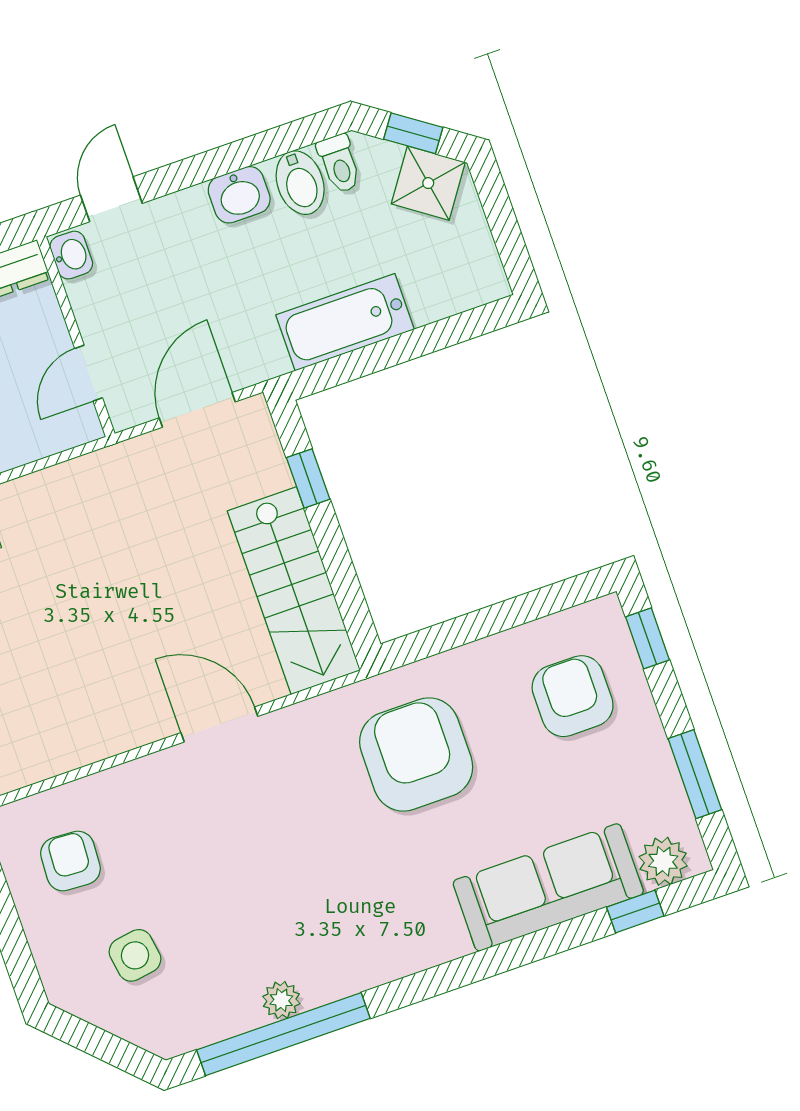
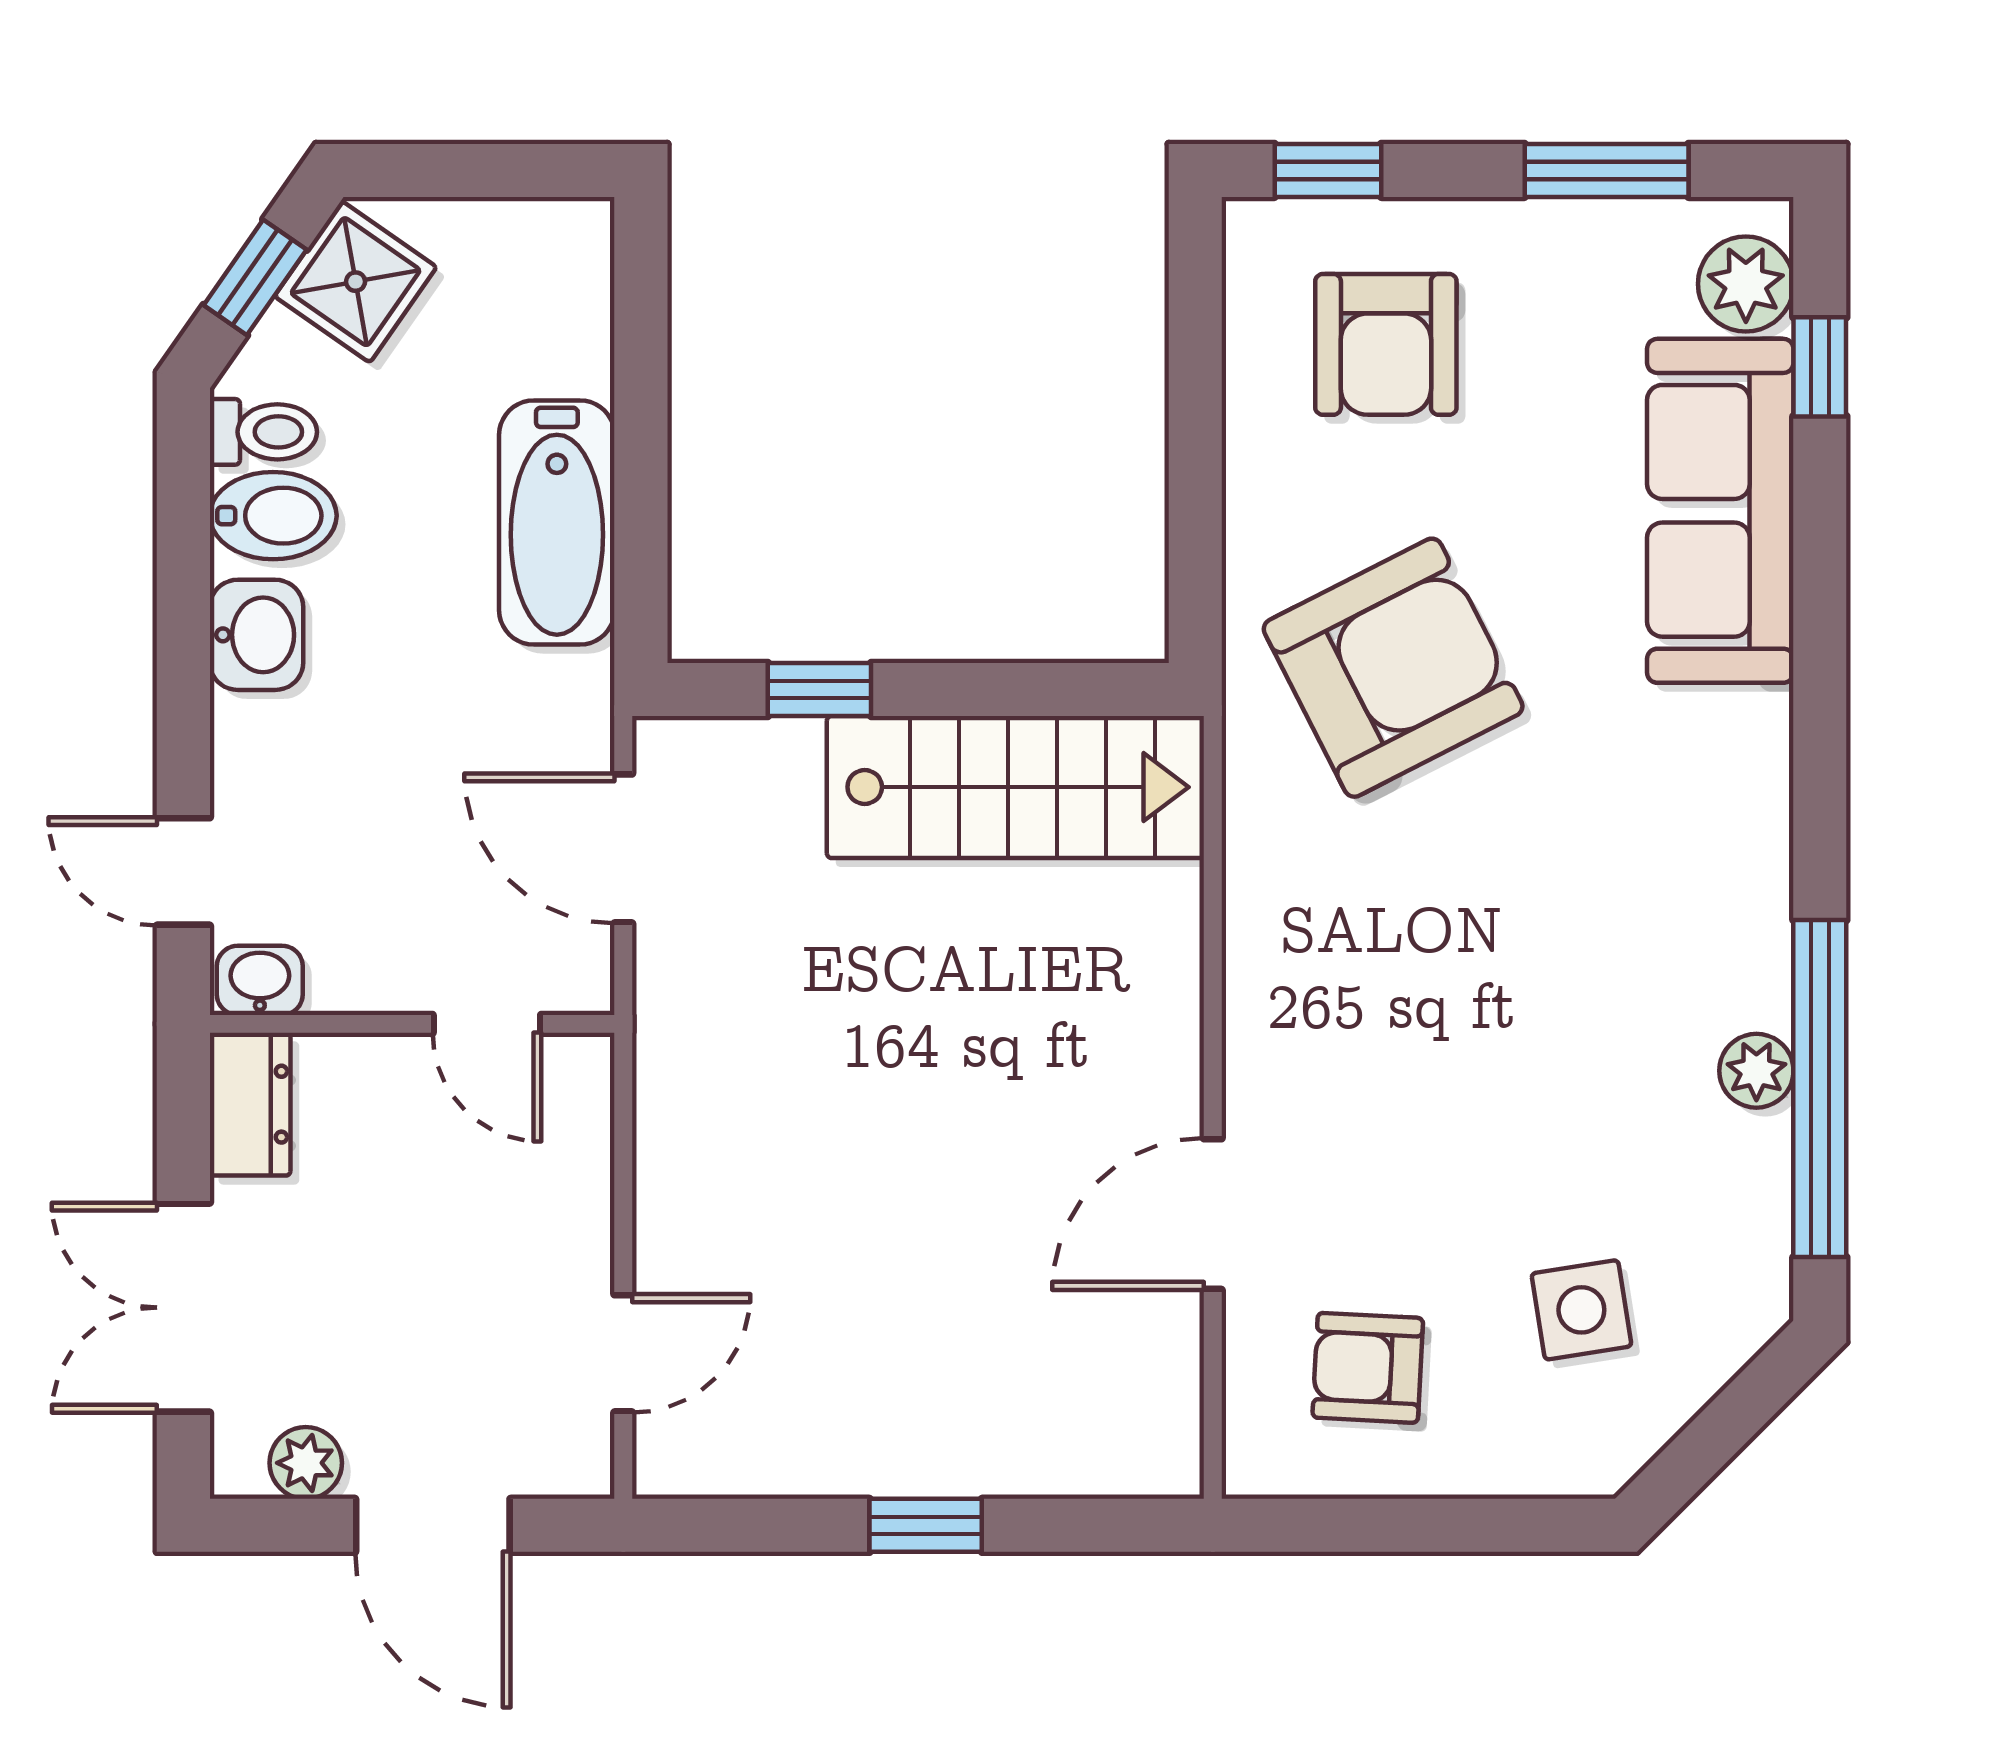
armchair: (573, 696) -> (1386, 344), turned -90
door: (219, 724) -> (1213, 1214), moved
armchair: (416, 754) -> (1393, 668), turned 153

